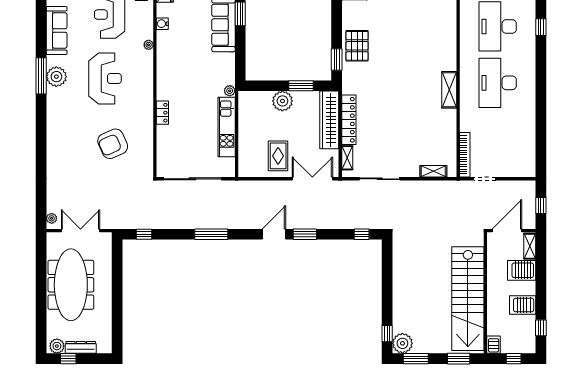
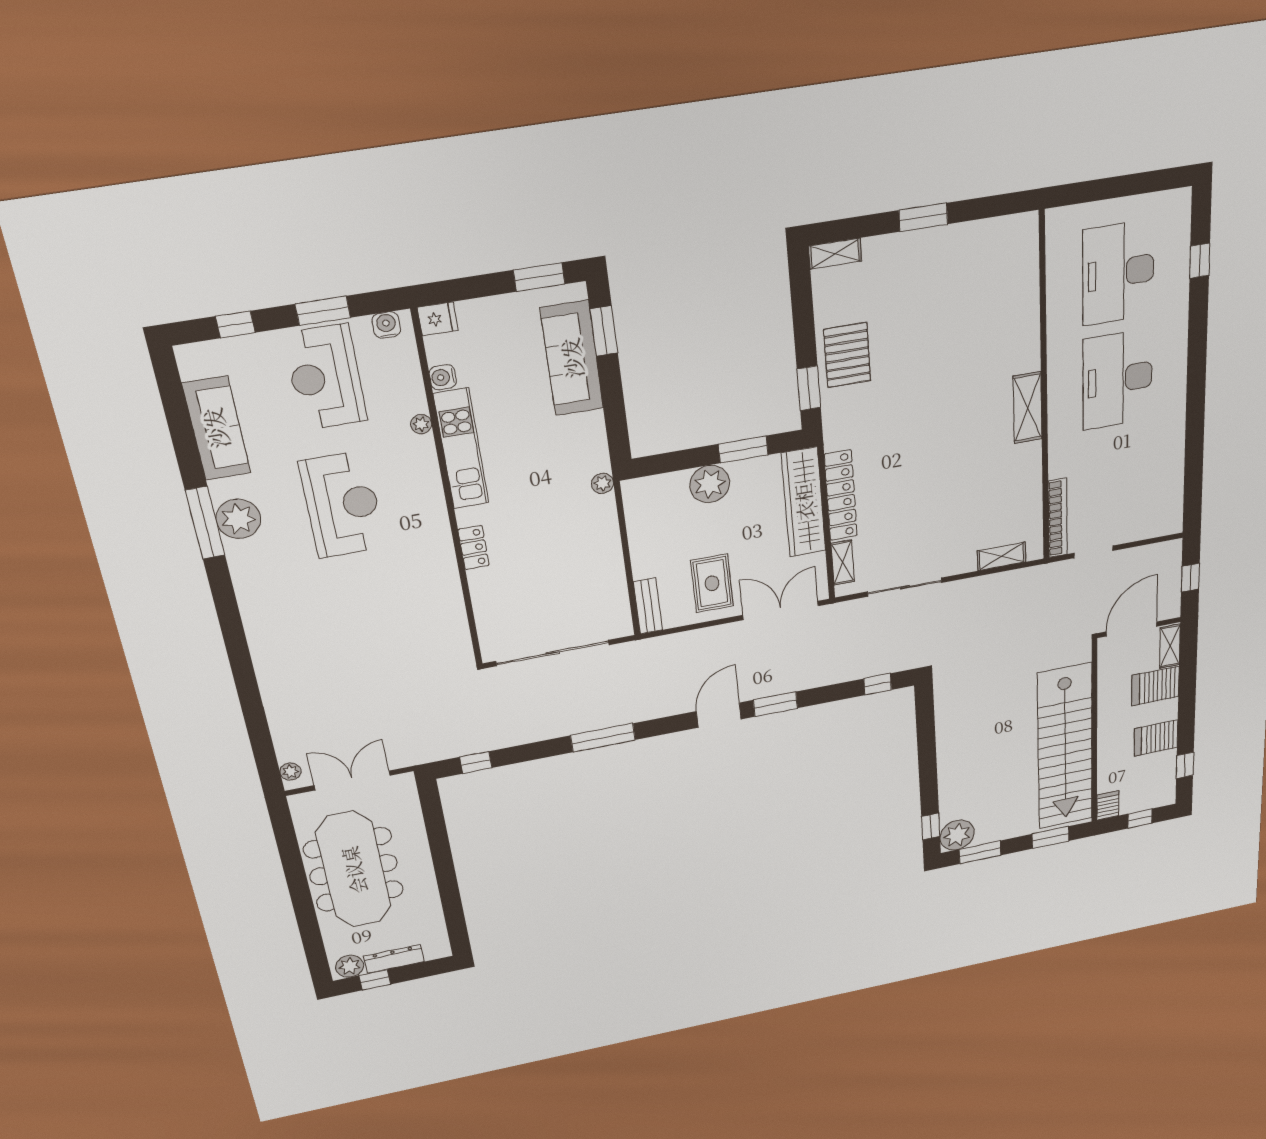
kitchen unit: (227, 127) -> (461, 449), moved, turned 180
armchair: (113, 144) -> (384, 621), removed
bench: (244, 162) -> (648, 606), added

